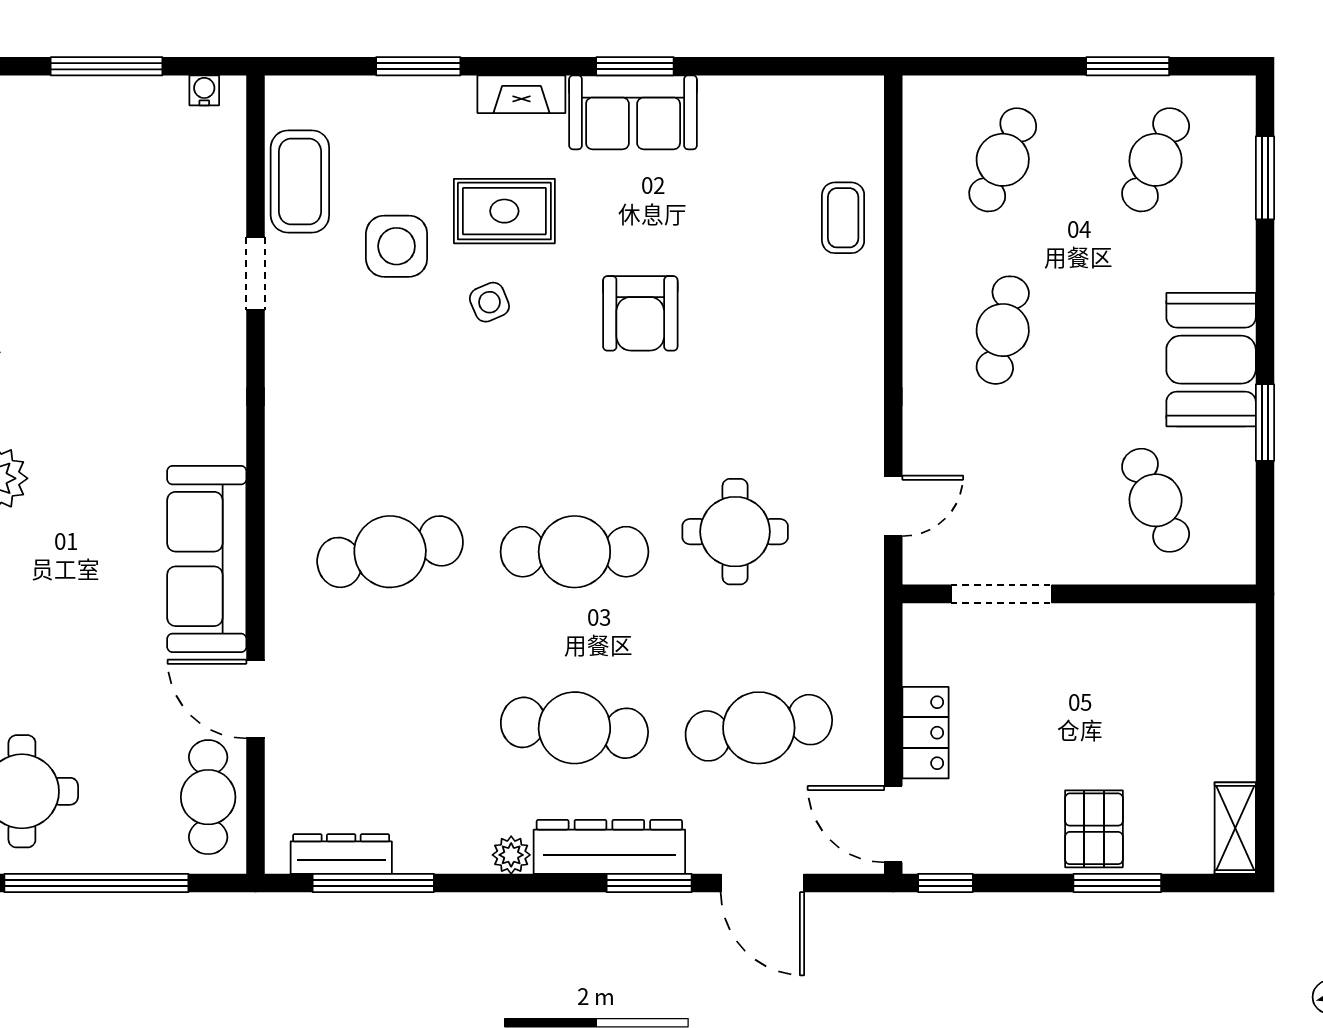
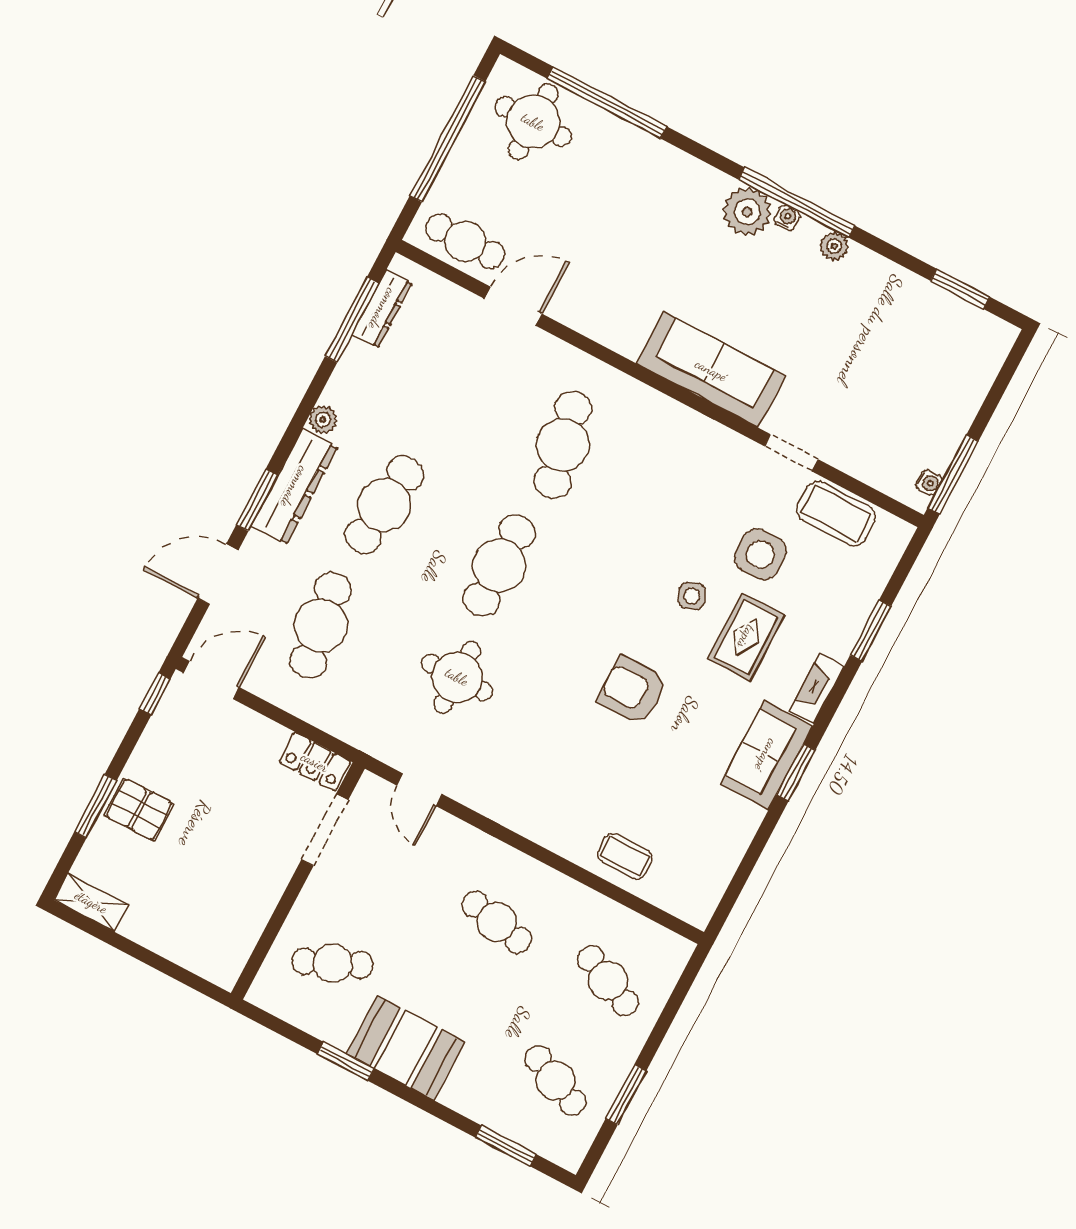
window: (107, 66) -> (953, 475), moved
sofa: (207, 559) -> (711, 370), moved
locker: (926, 733) -> (315, 762), moved

